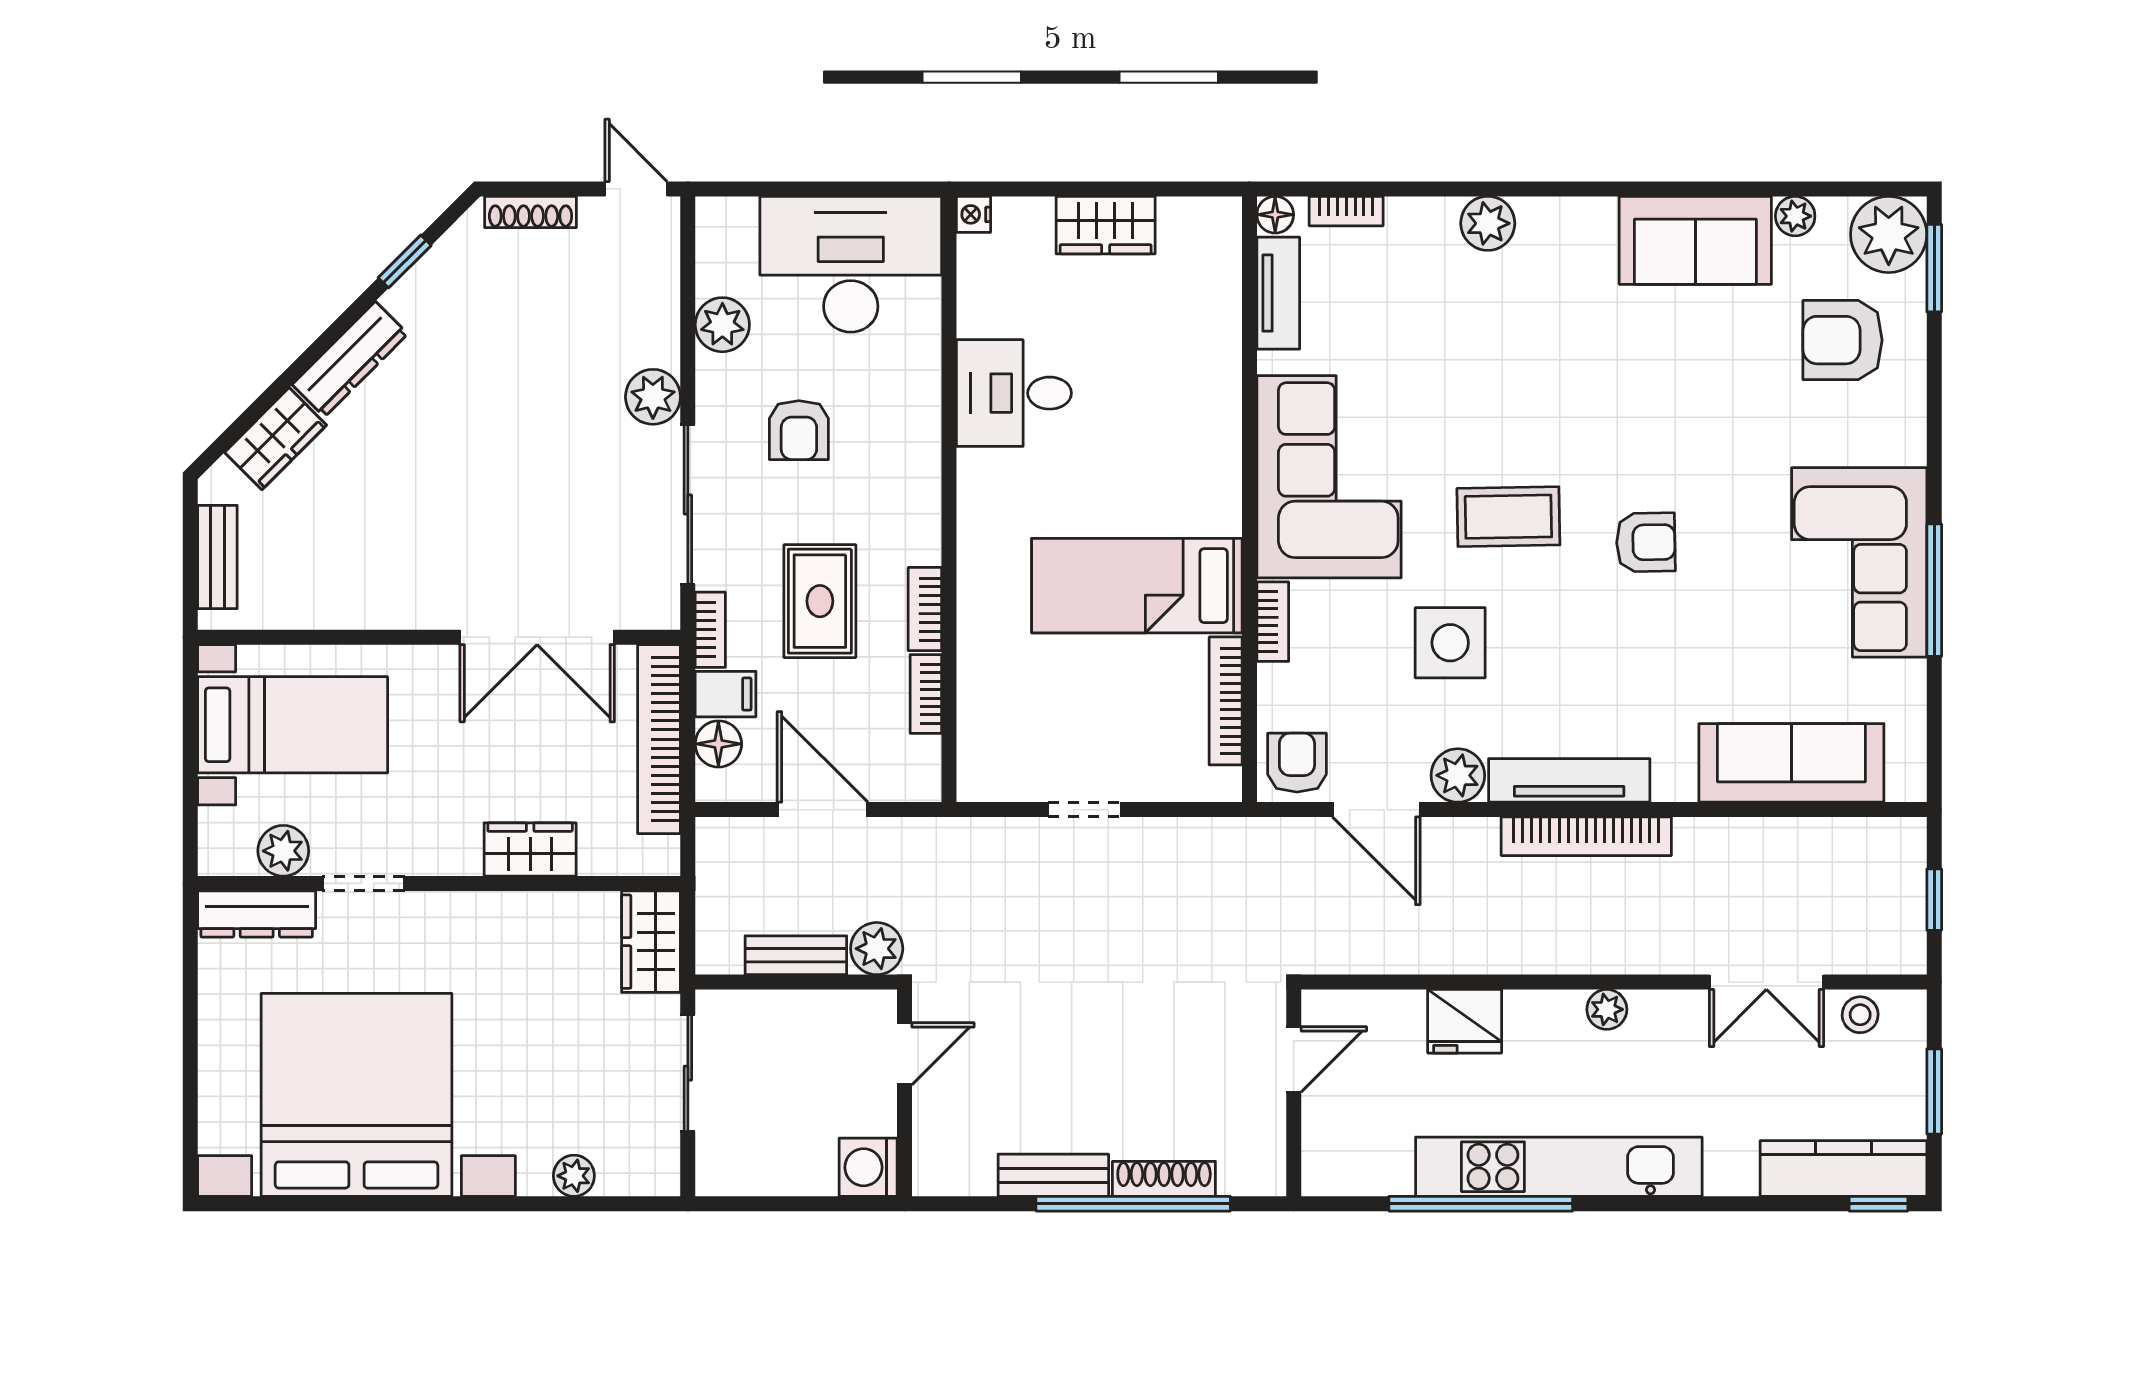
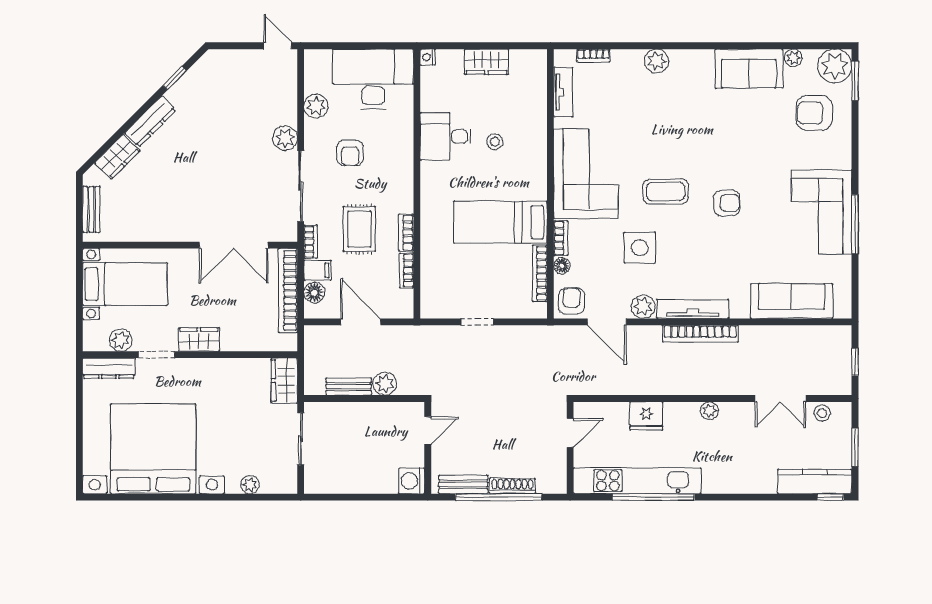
shoe rack: (531, 212) -> (231, 56), removed
floor lamp: (1275, 215) -> (562, 266), moved
stool: (1124, 405) -> (495, 142), added
wardrobe: (530, 849) -> (199, 340), moved
door: (905, 1054) -> (428, 430), moved
wall: (905, 1093) -> (428, 448), moved
washing machine: (868, 1167) -> (412, 481), moved
kitchen unit: (1559, 1167) -> (637, 481), moved

